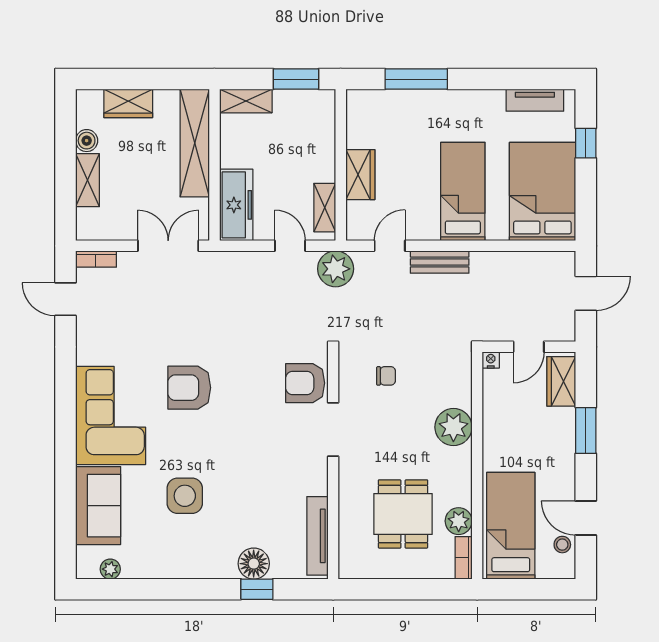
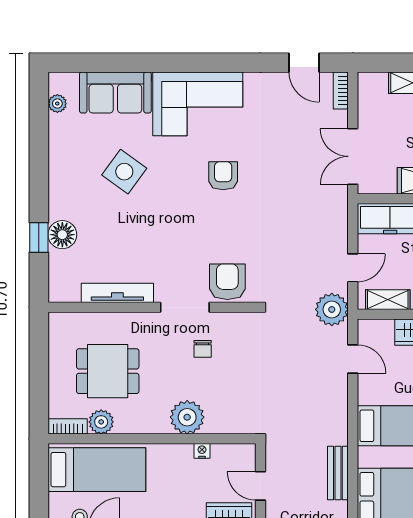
double door: (168, 246) -> (353, 156), swing flipped
bench: (440, 262) -> (338, 473), moved
door: (65, 299) -> (304, 63), swing flipped
nightstand: (491, 360) -> (202, 451), moved, turned -90
chair: (386, 376) -> (203, 349), moved
armchair: (189, 388) -> (223, 176), width x0.72, depth x0.72
side table: (185, 496) -> (124, 172), turned 36
tv unit: (317, 536) -> (117, 293), moved

